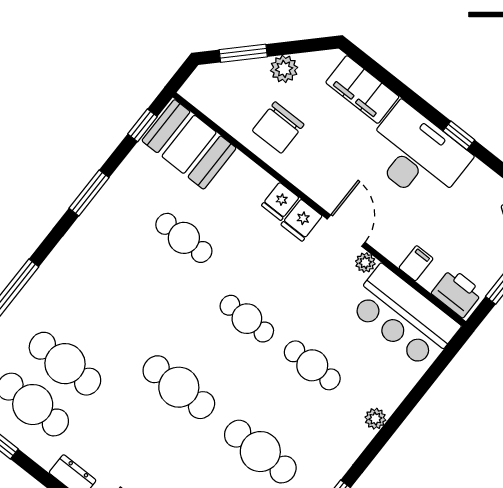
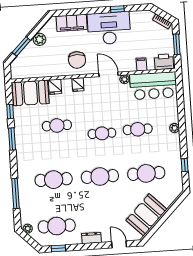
window: (142, 125) -> (10, 111), moved
chair: (278, 128) -> (77, 60), moved
fridge: (302, 220) -> (55, 87), moved
cafe table: (65, 364) -> (54, 180), moved

